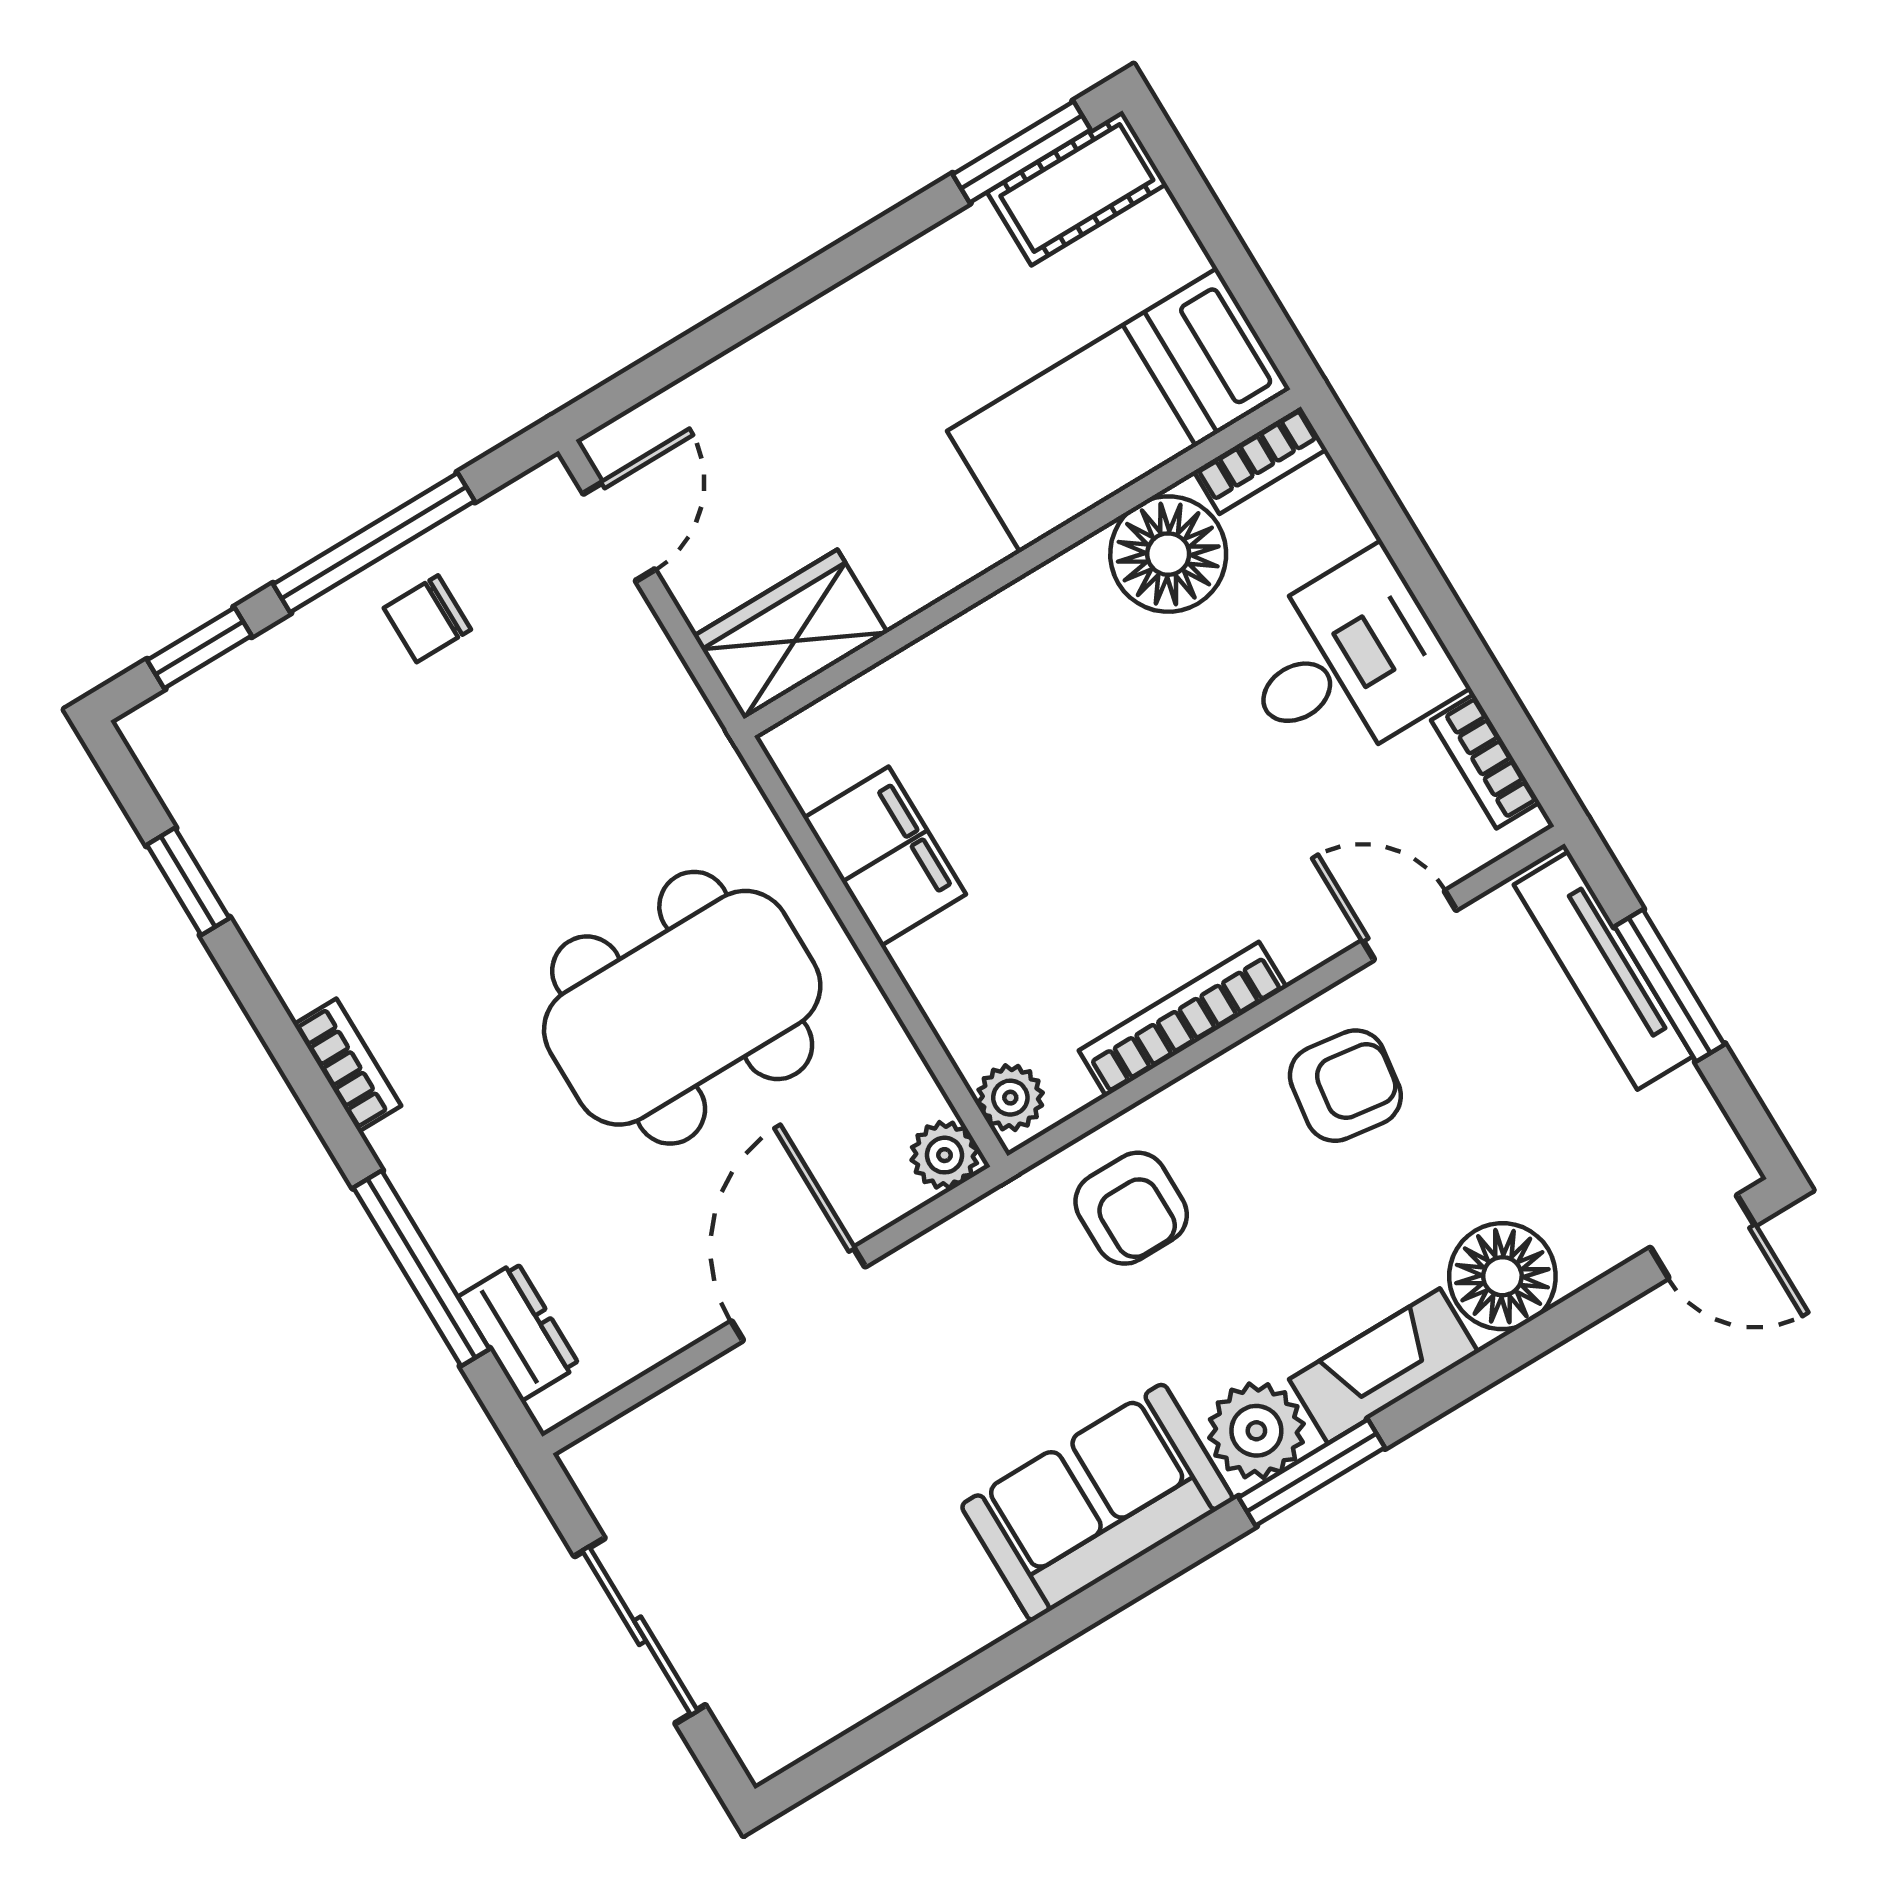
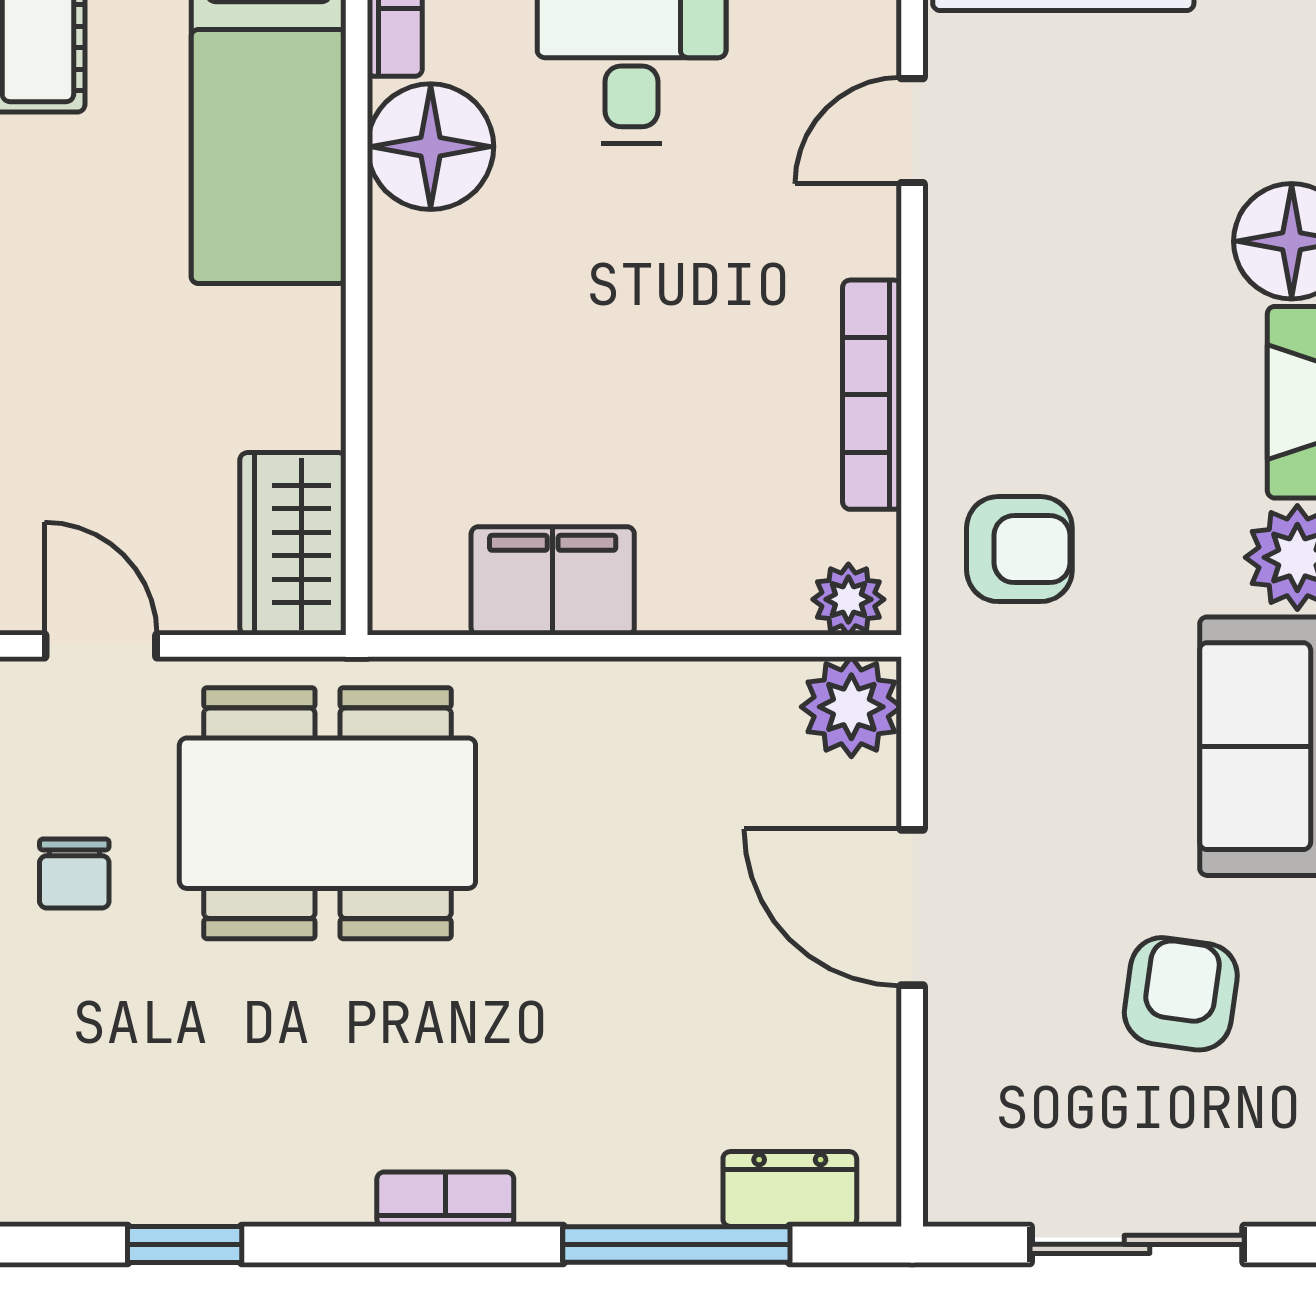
dining table: (682, 1008) -> (327, 813), moved, turned 90
armchair: (1345, 1086) -> (1181, 994), moved
plant: (945, 1155) -> (851, 707), width x1.38, depth x1.38

